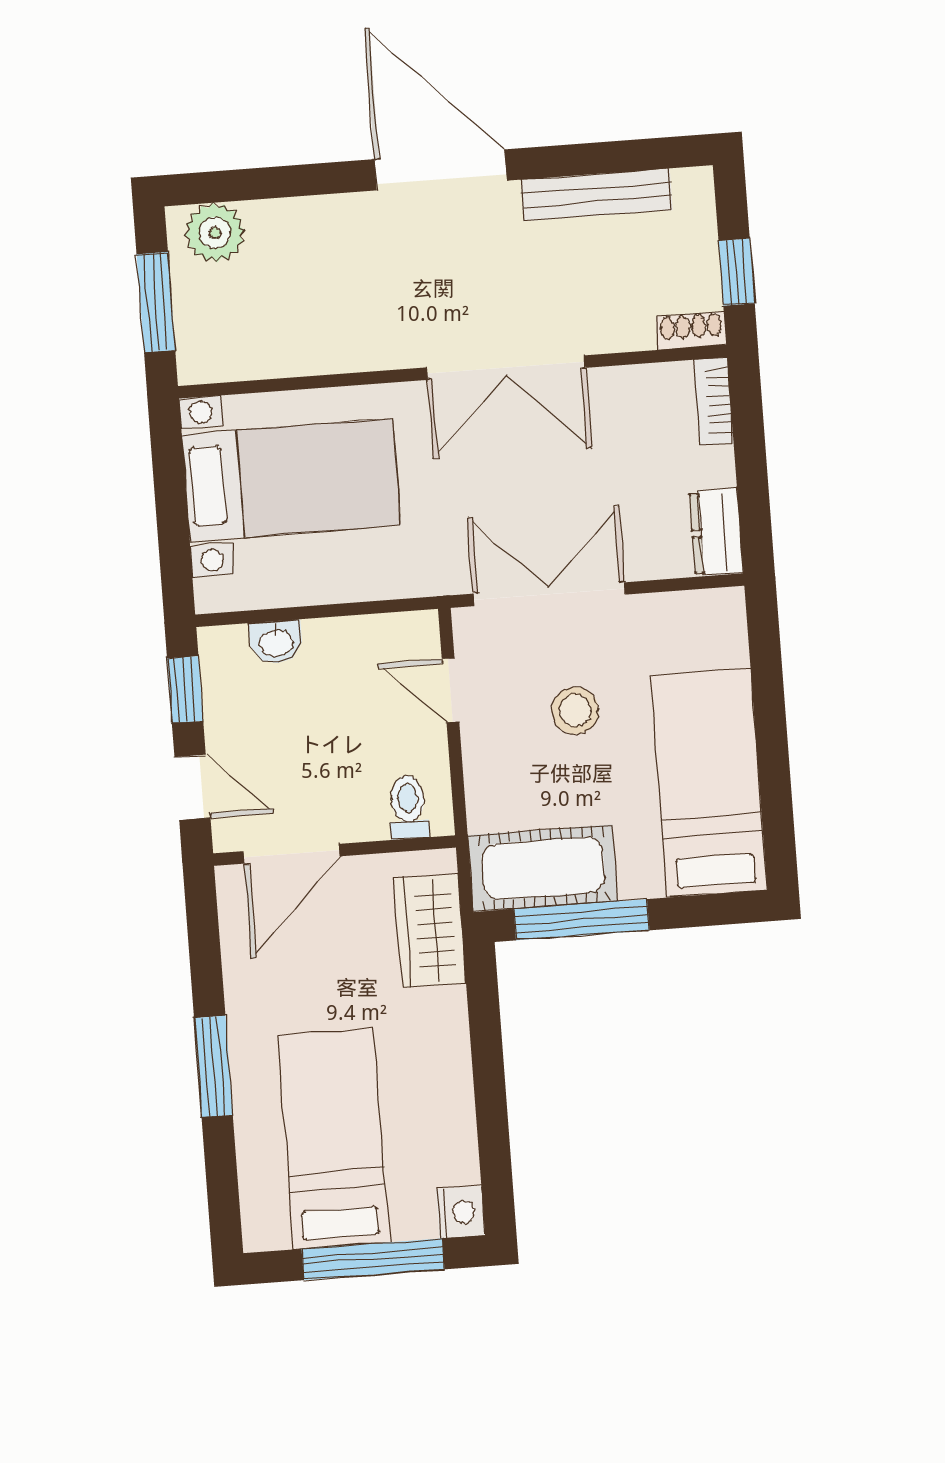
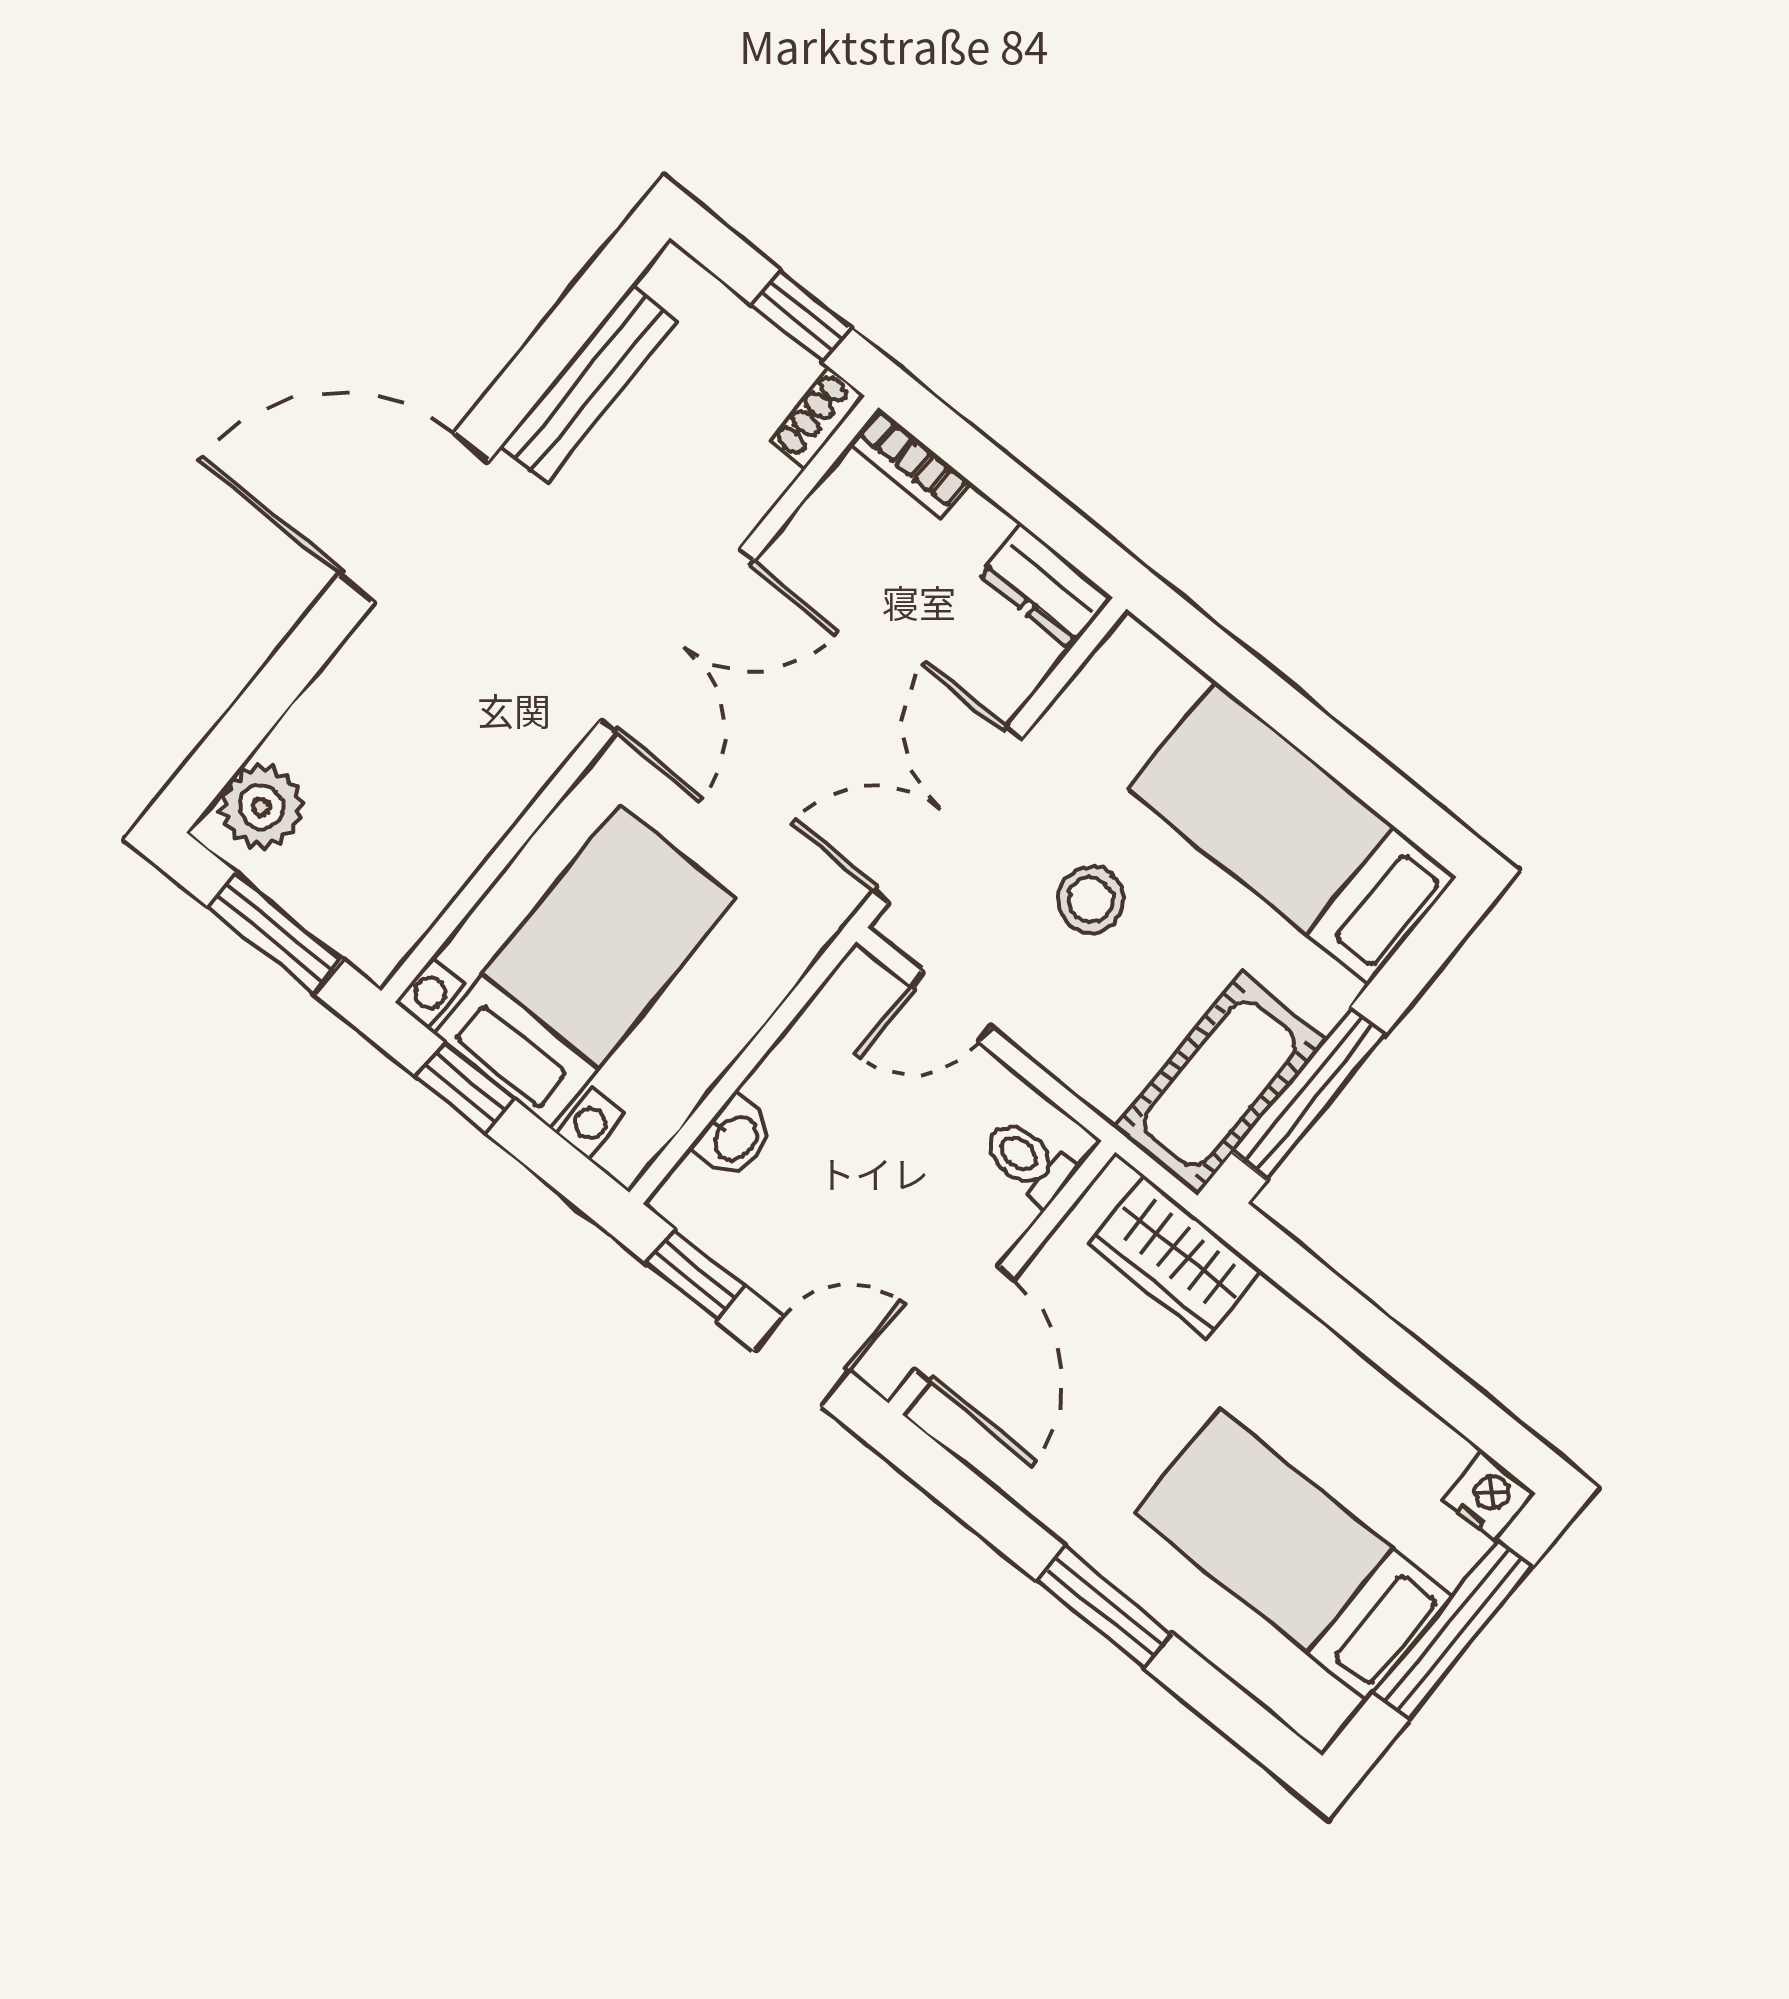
window: (169, 478) -> (465, 1088), added

